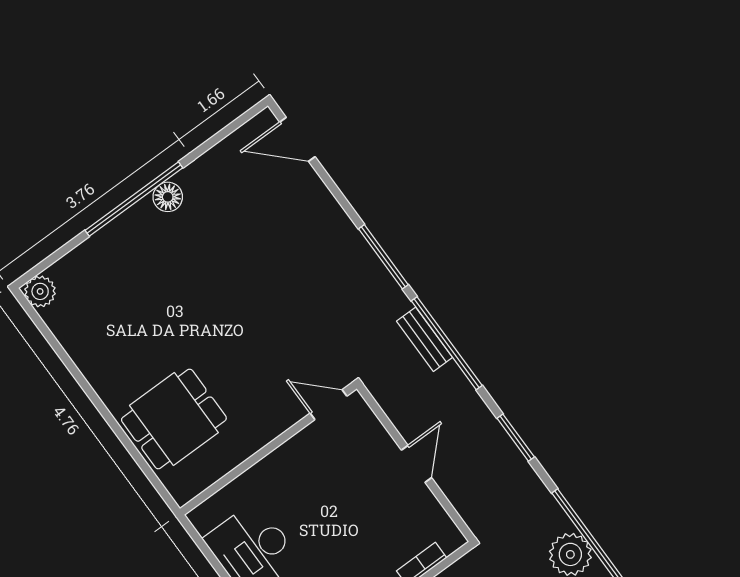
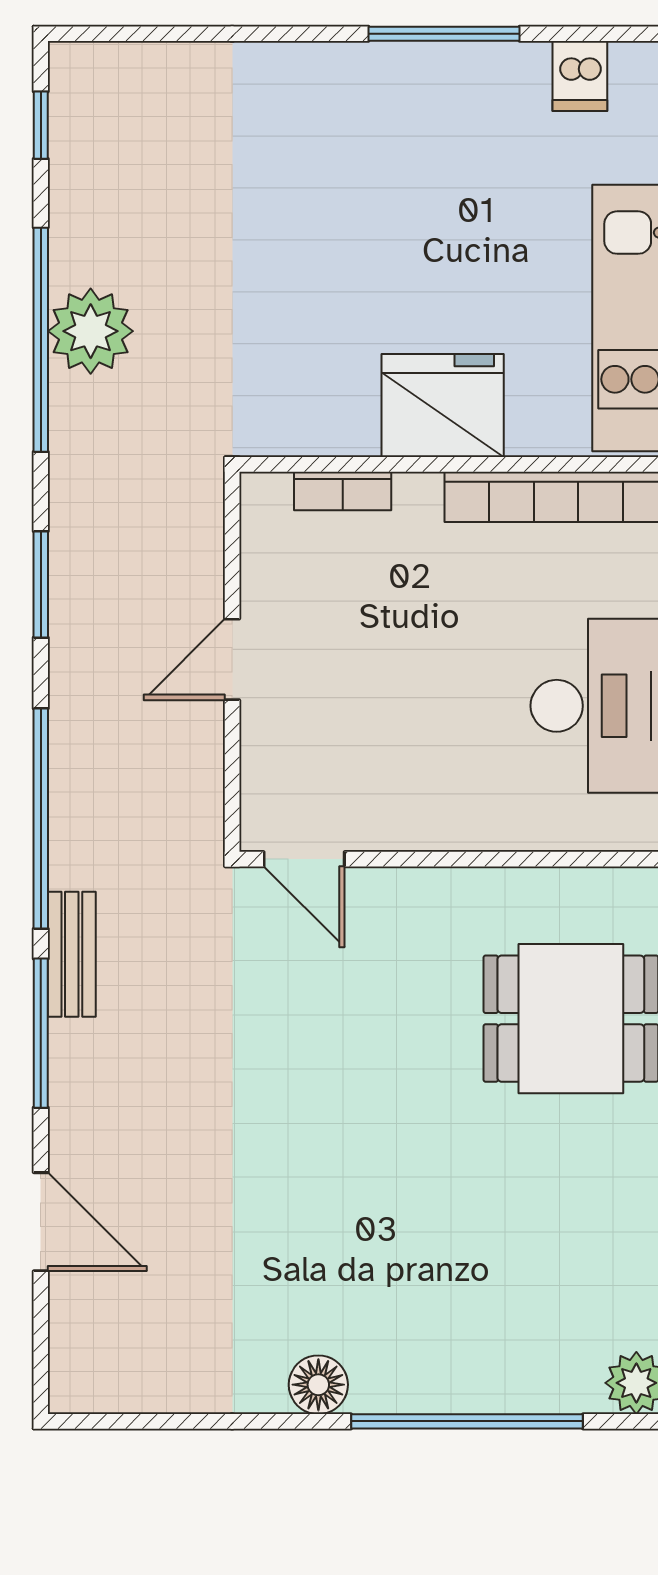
door: (297, 139) -> (41, 1222), moved
window: (134, 199) -> (467, 1421), moved
bench: (425, 339) -> (72, 954), moved

